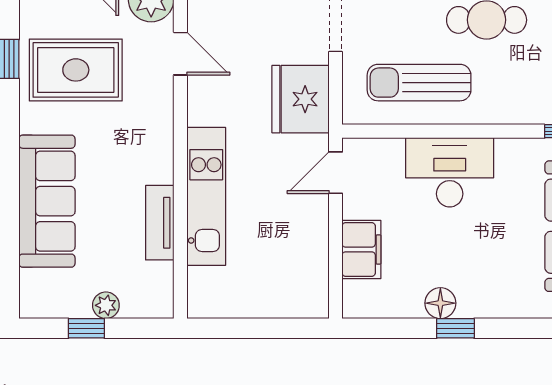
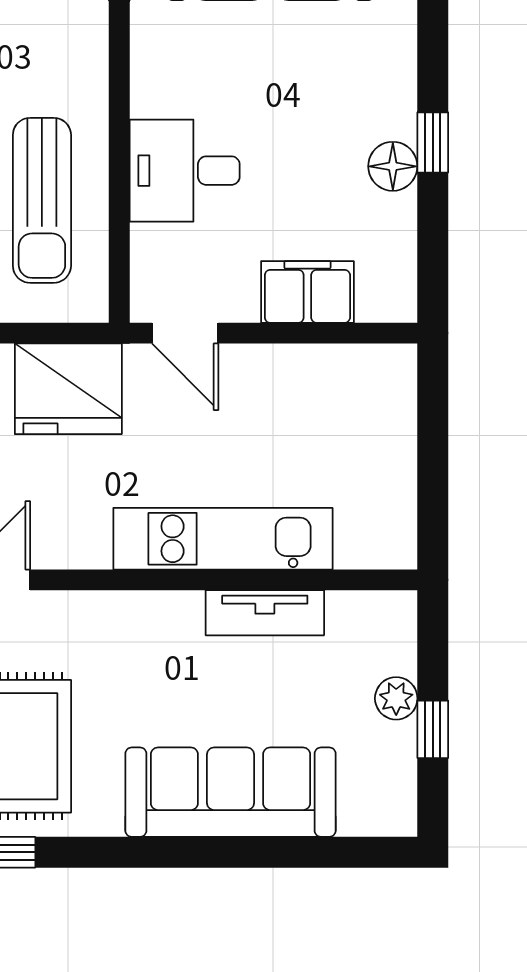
desk: (450, 172) -> (185, 171), width x0.73

